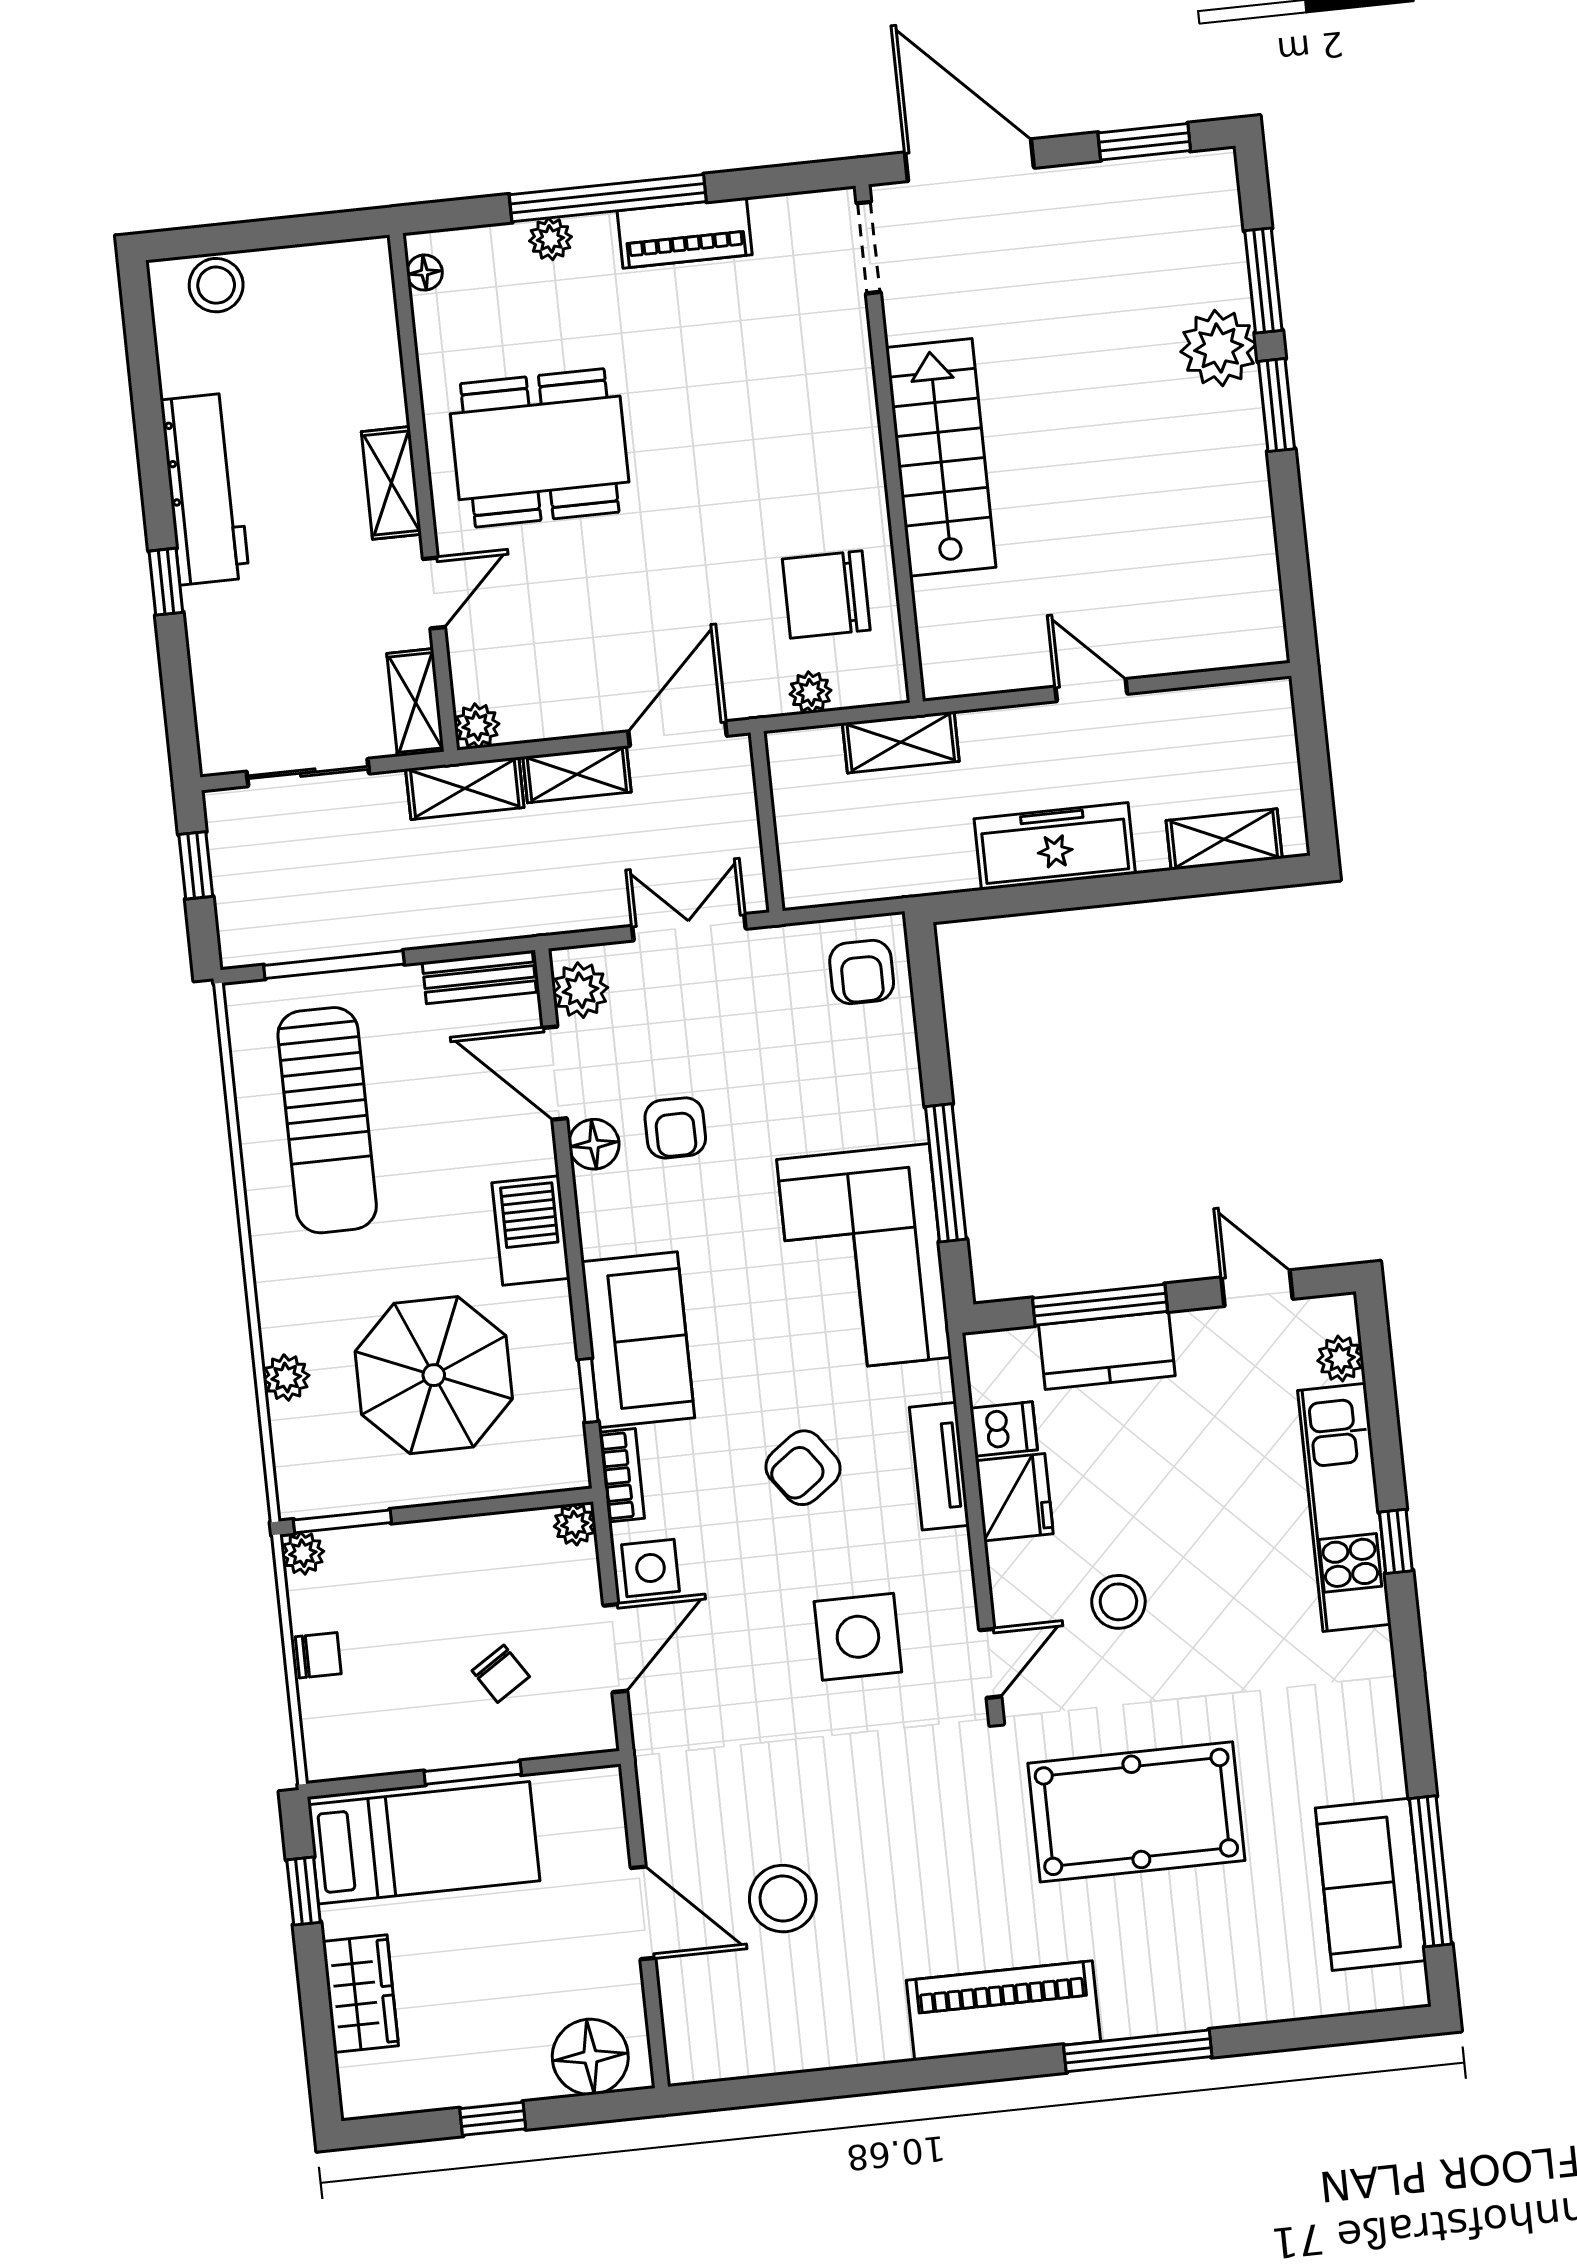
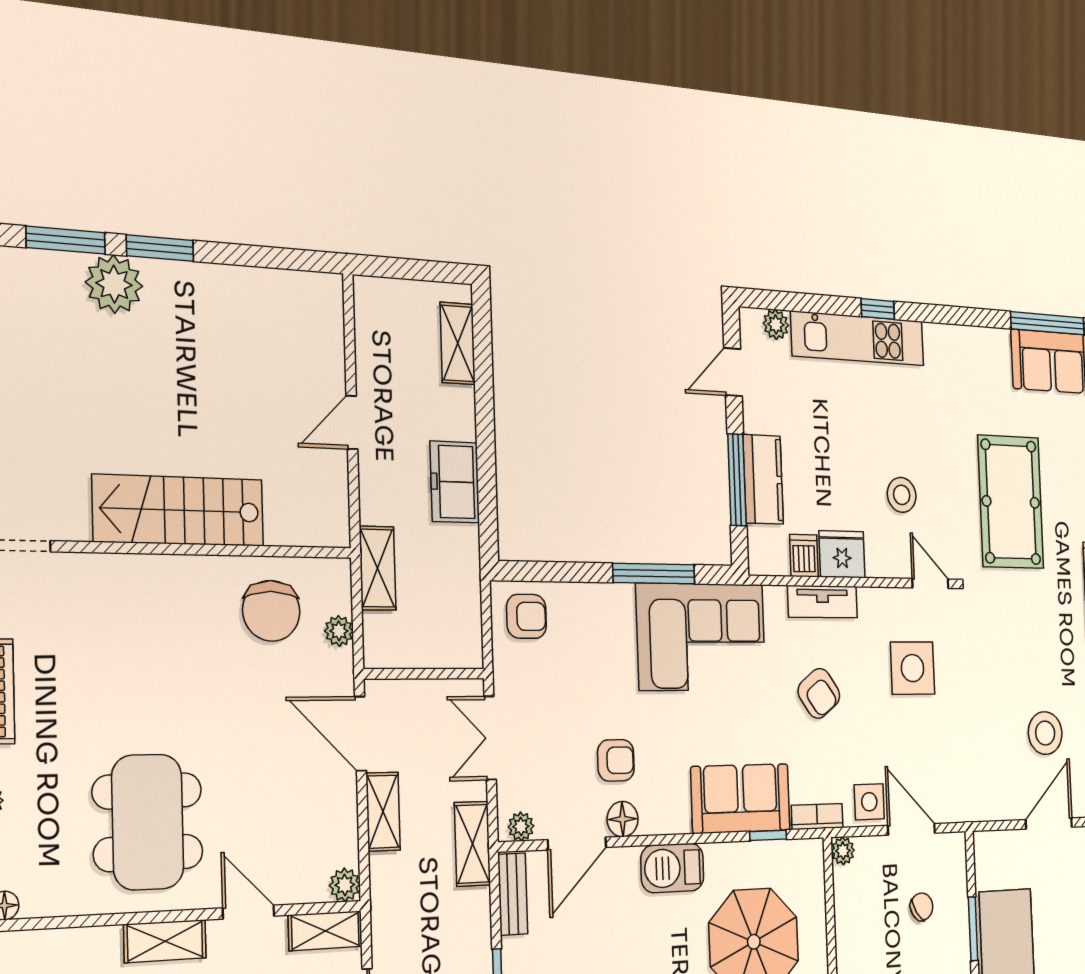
shelving: (465, 788) -> (472, 844), moved
freezer: (1055, 846) -> (455, 482), width x0.71
plant: (580, 990) -> (521, 826), width x0.73, depth x0.73

